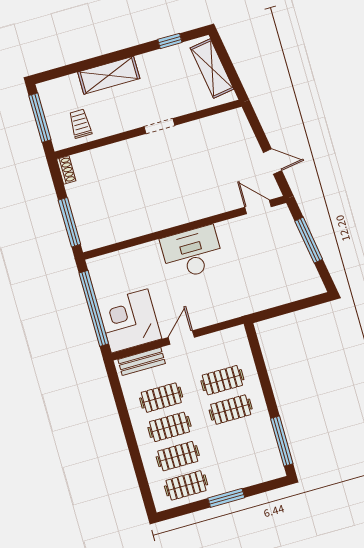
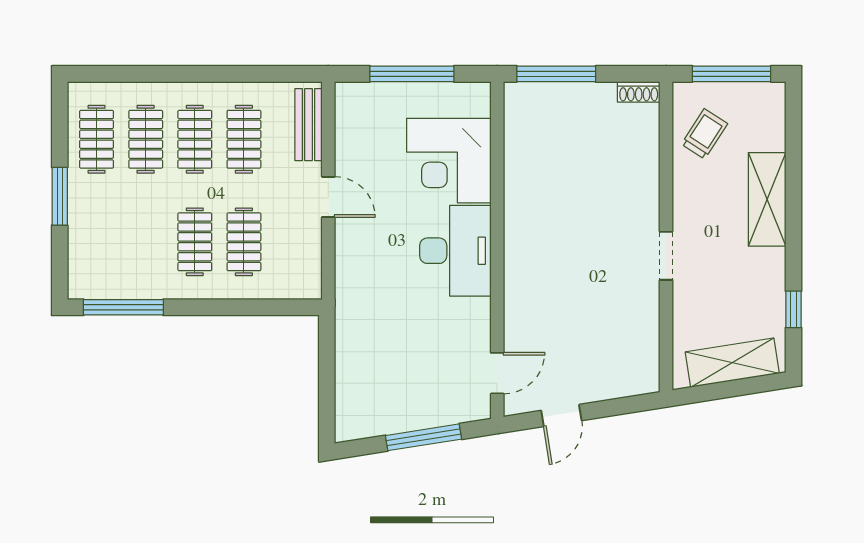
trolley: (80, 124) -> (704, 134), turned -57
window: (94, 308) -> (412, 74), width x0.68
corner desk: (130, 321) -> (449, 161), moved, turned 180

